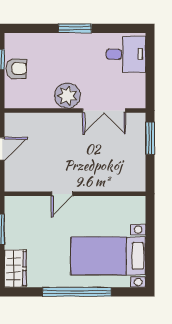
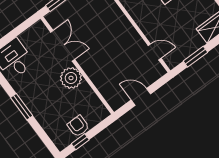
door: (62, 194) -> (155, 52), moved

